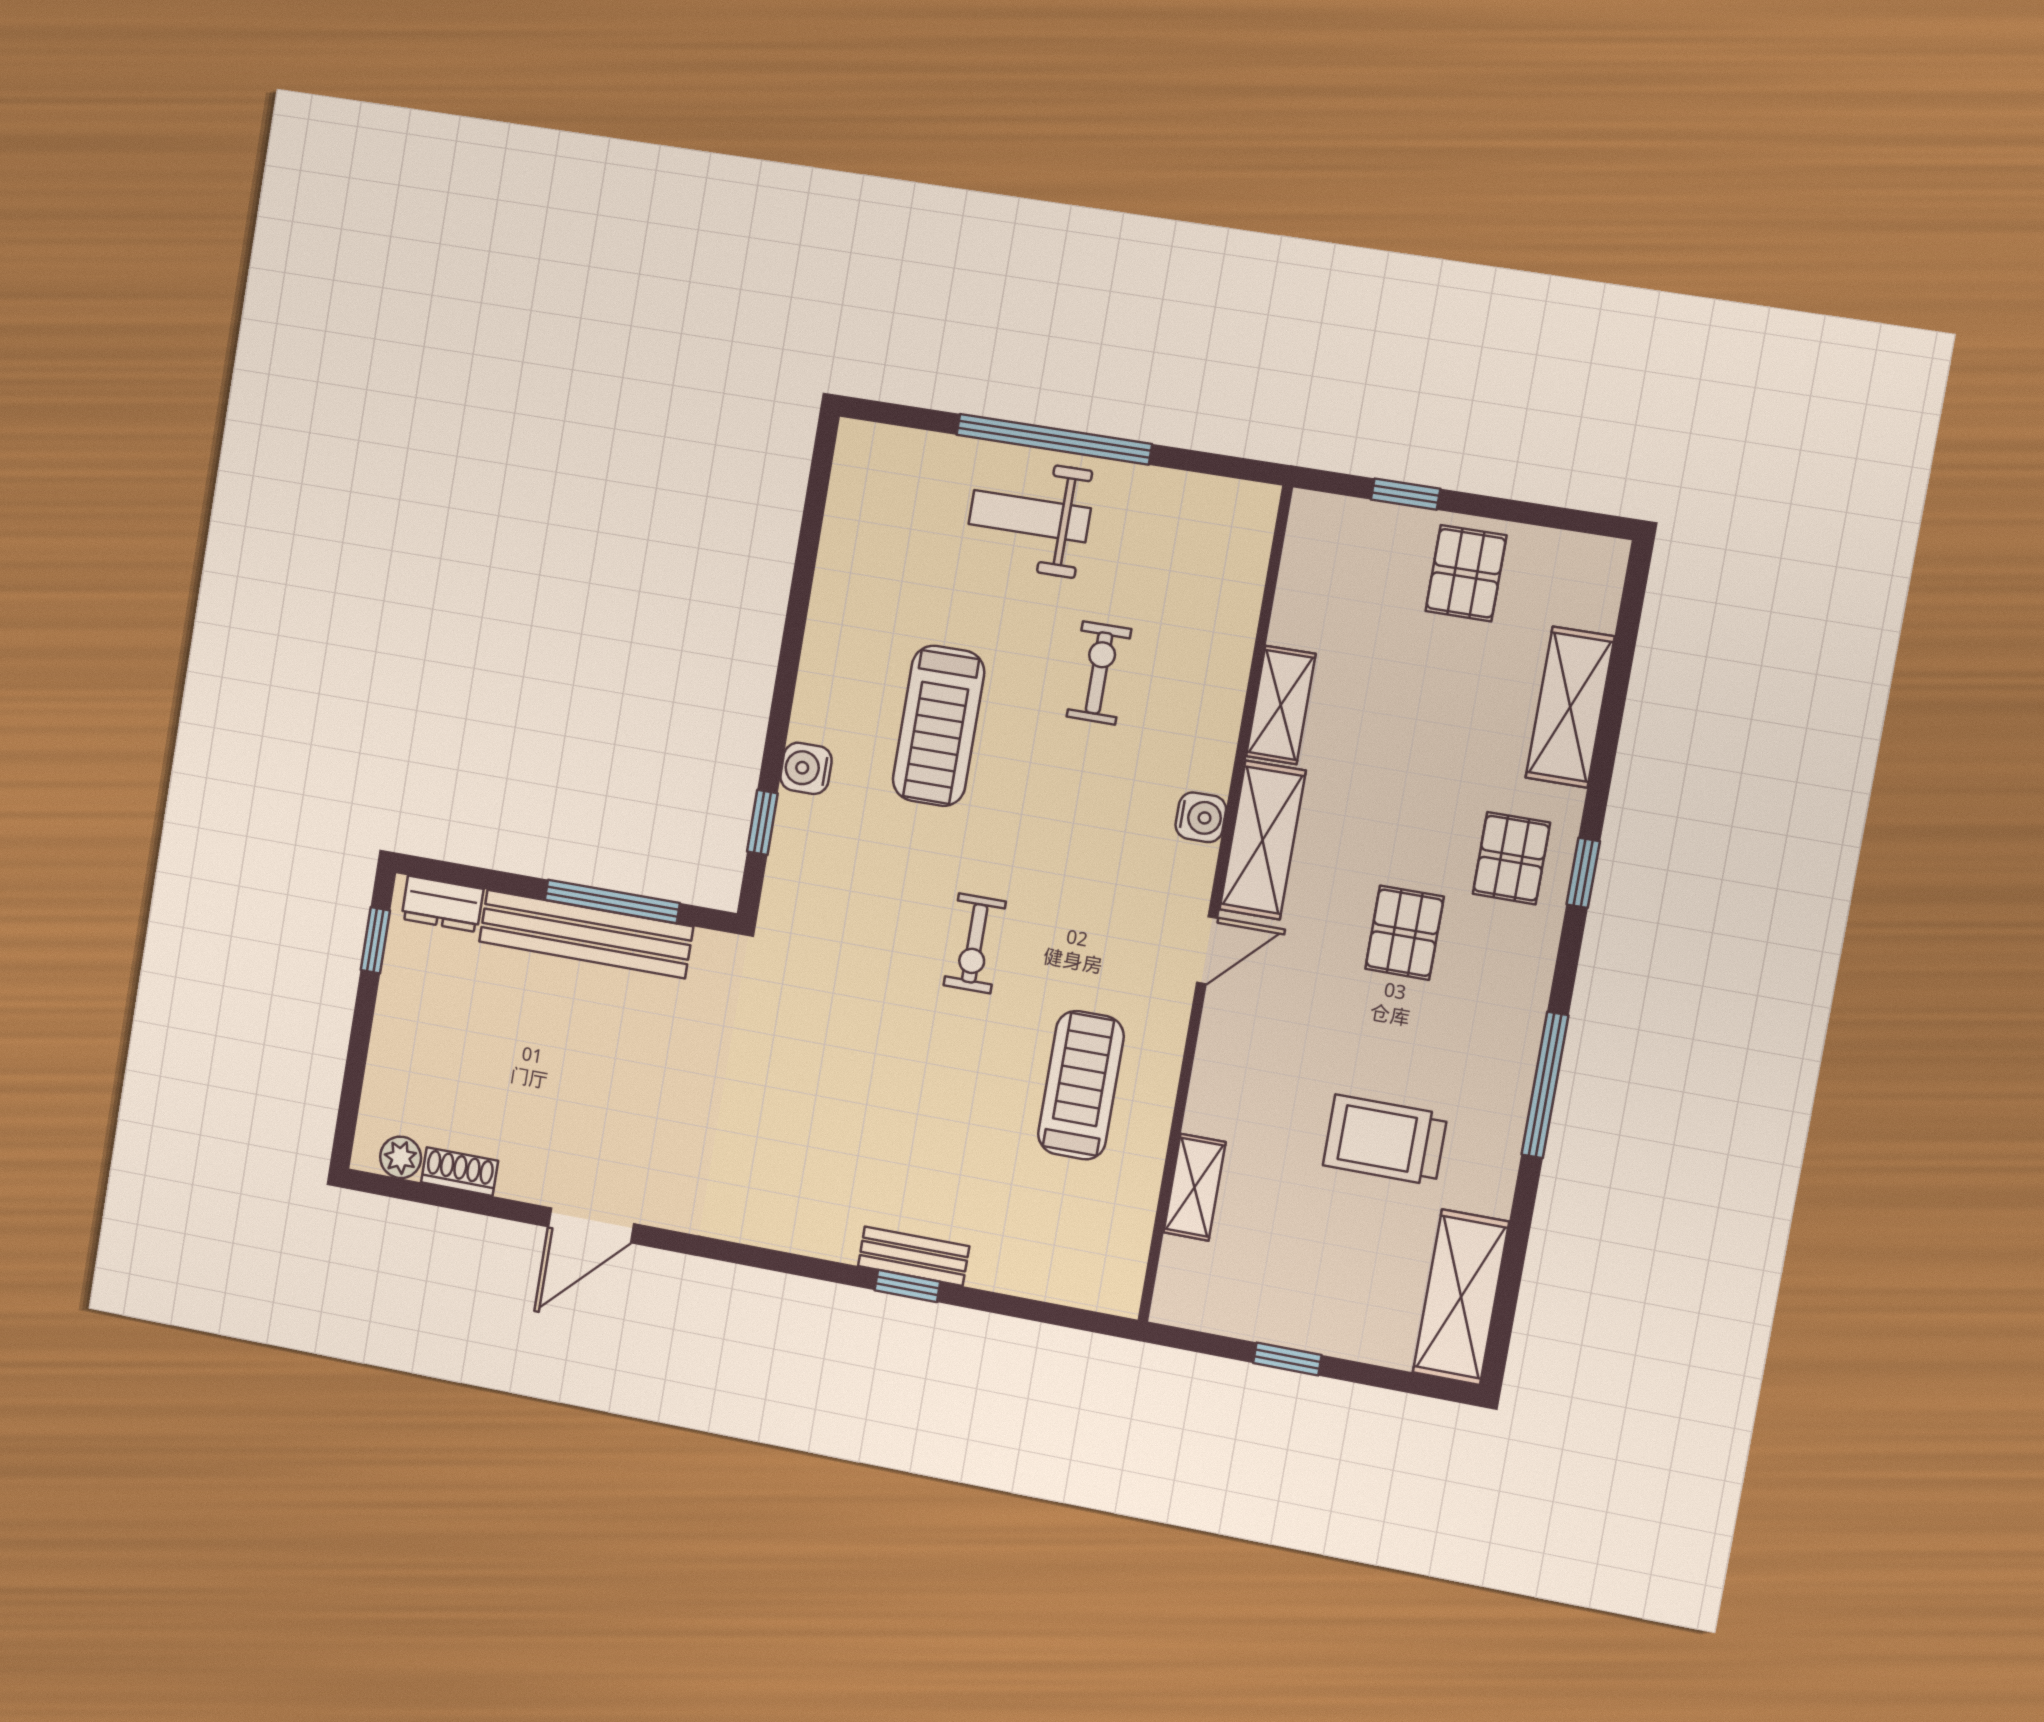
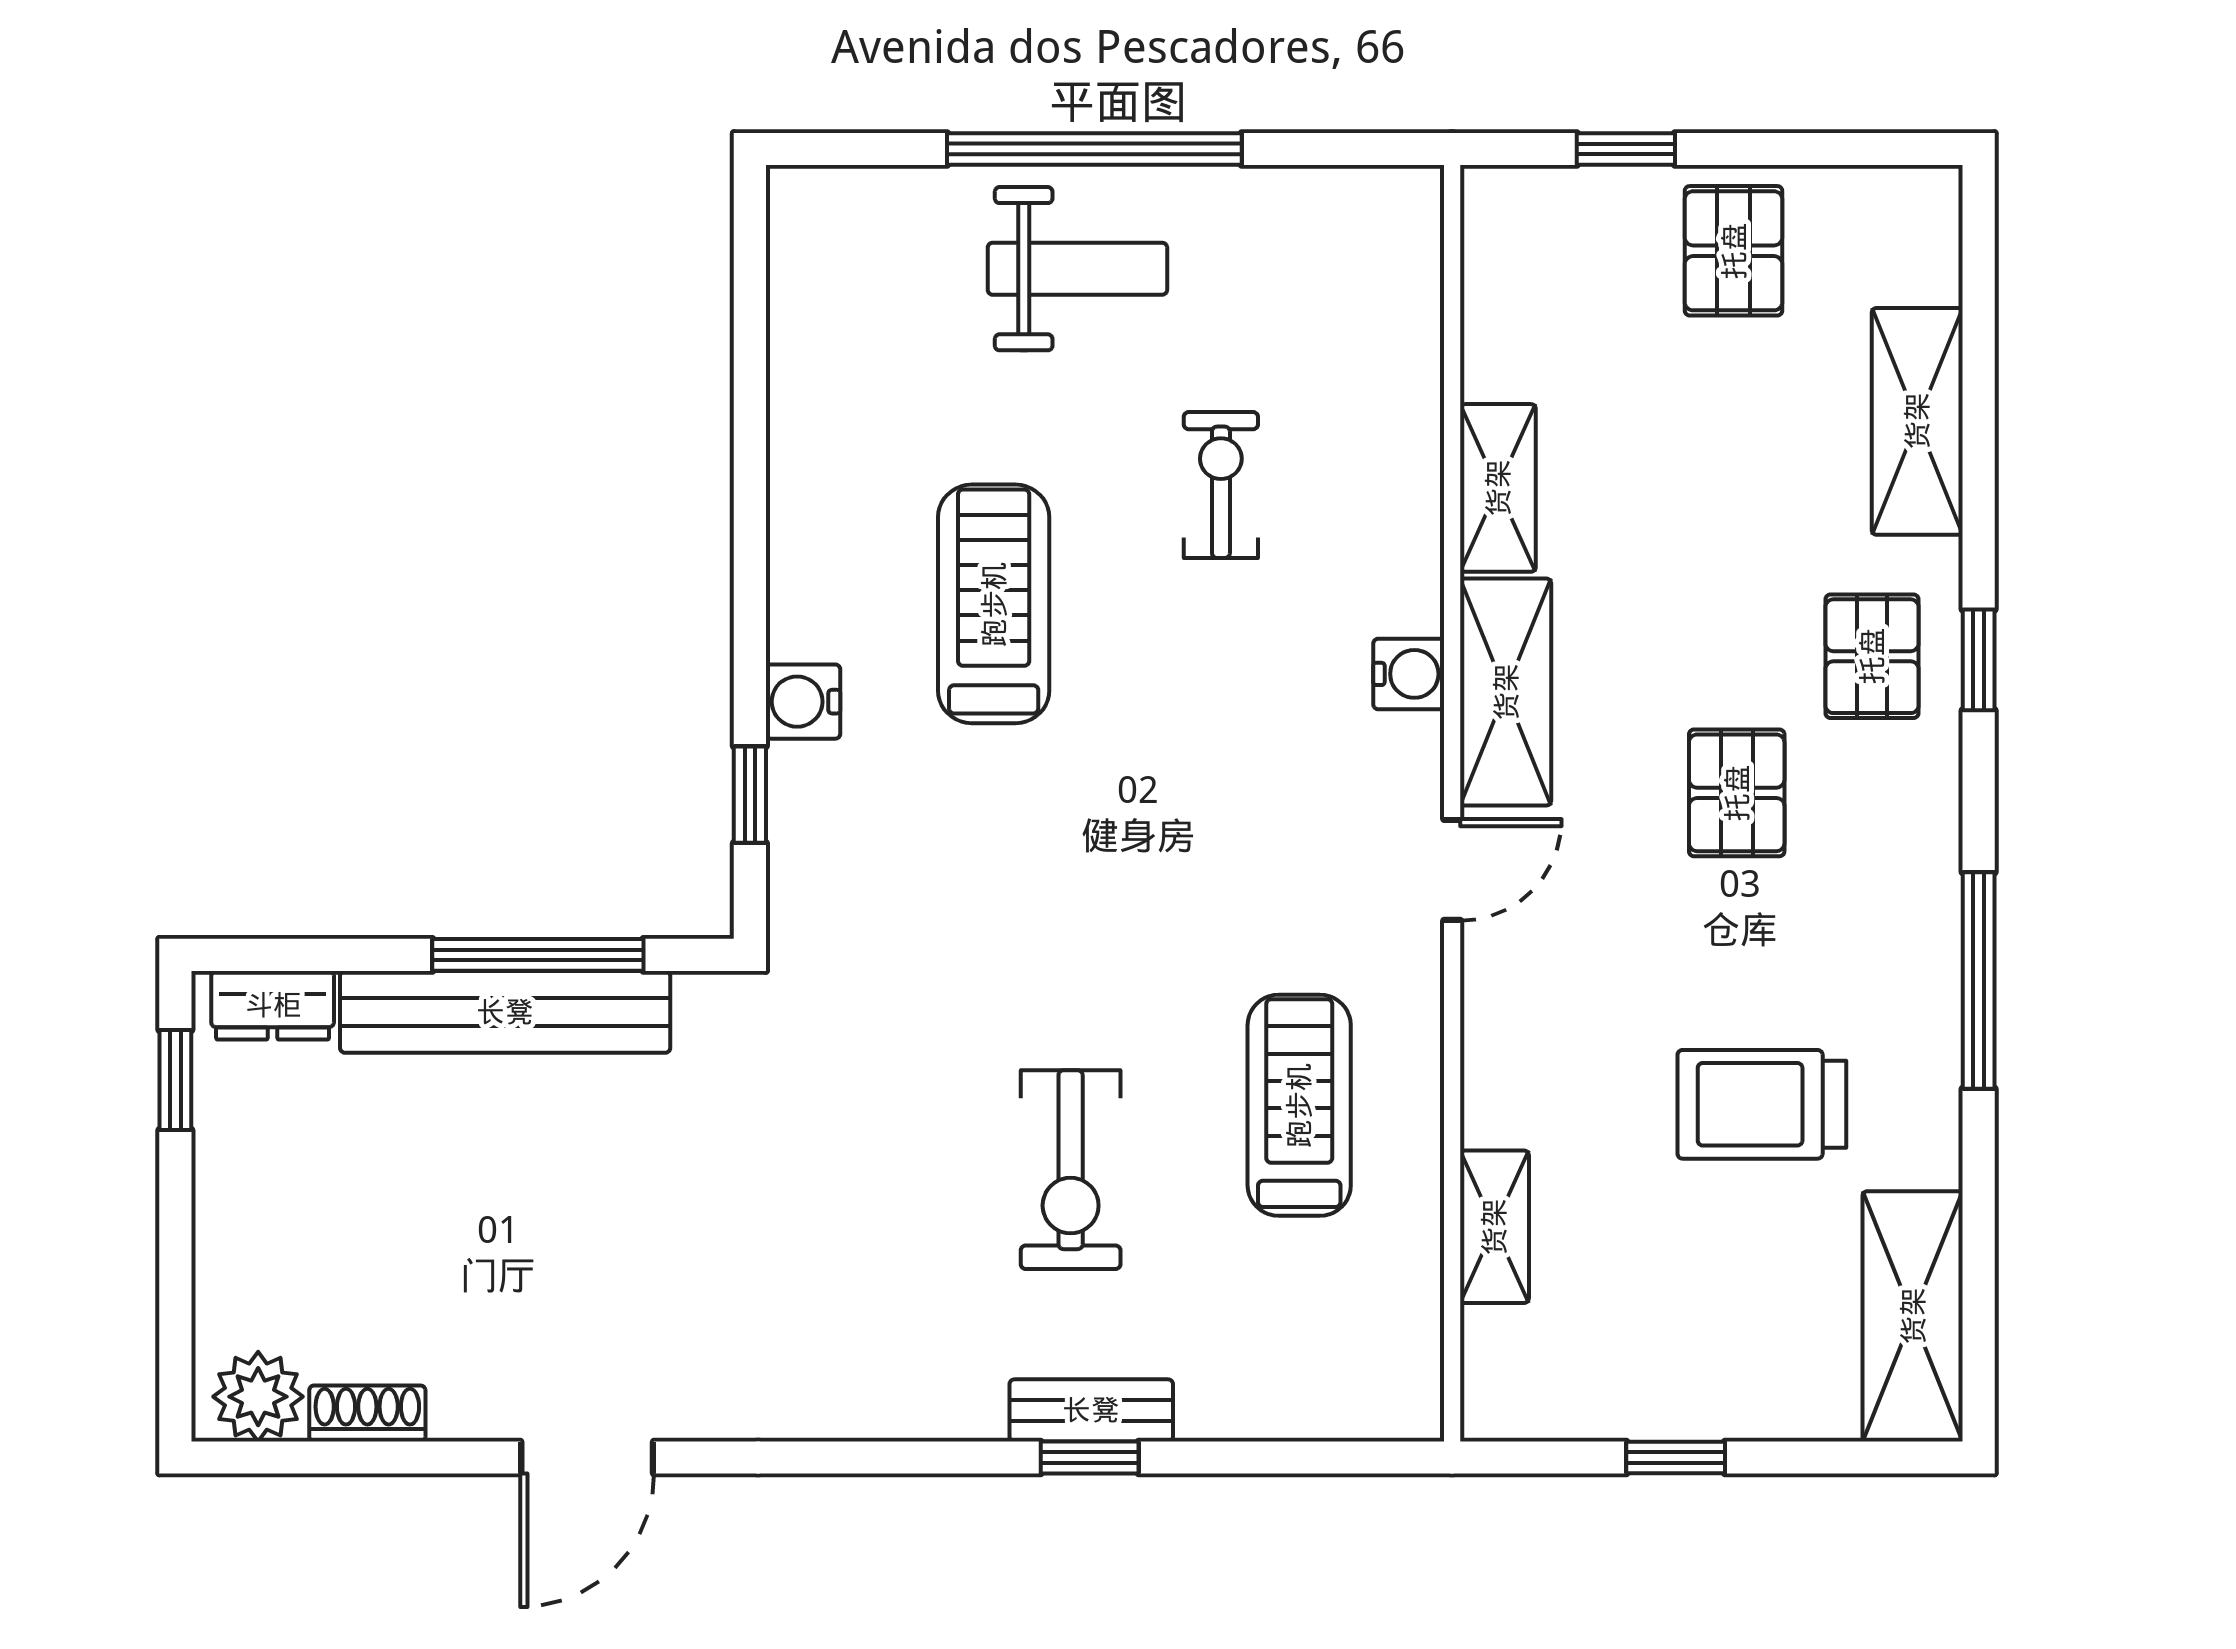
weight bench: (1030, 516) -> (1077, 269), turned 180
treadmill: (939, 726) -> (994, 604), turned 180
exercise bike: (975, 943) -> (1071, 1170), moved, width x1.38, depth x1.39
plant: (401, 1157) -> (258, 1397), width x1.38, depth x1.38

